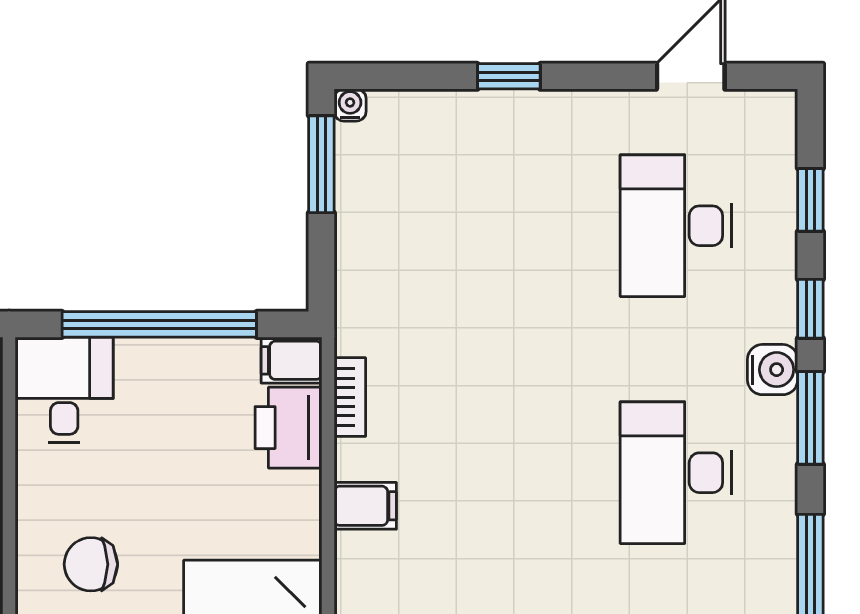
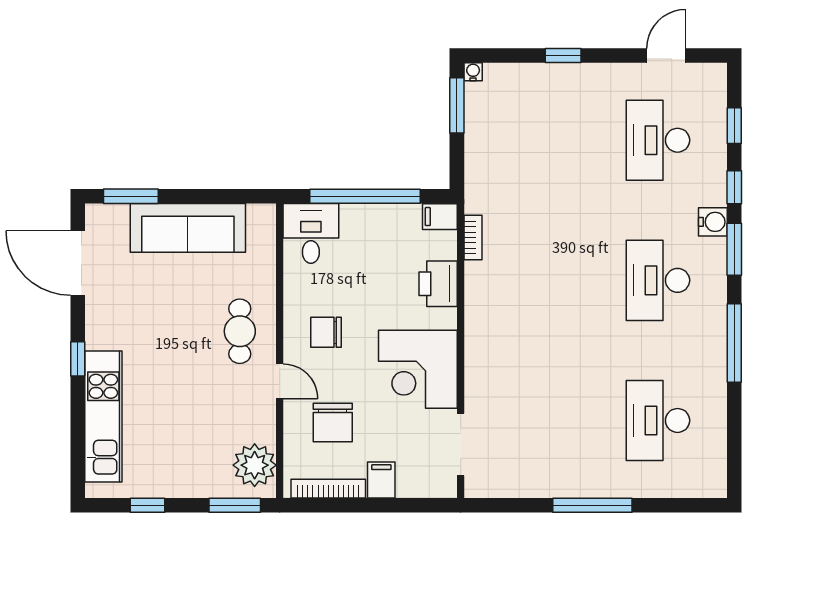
printer: (288, 428) -> (438, 284), moved
filing cabinet: (365, 506) -> (482, 299), removed

